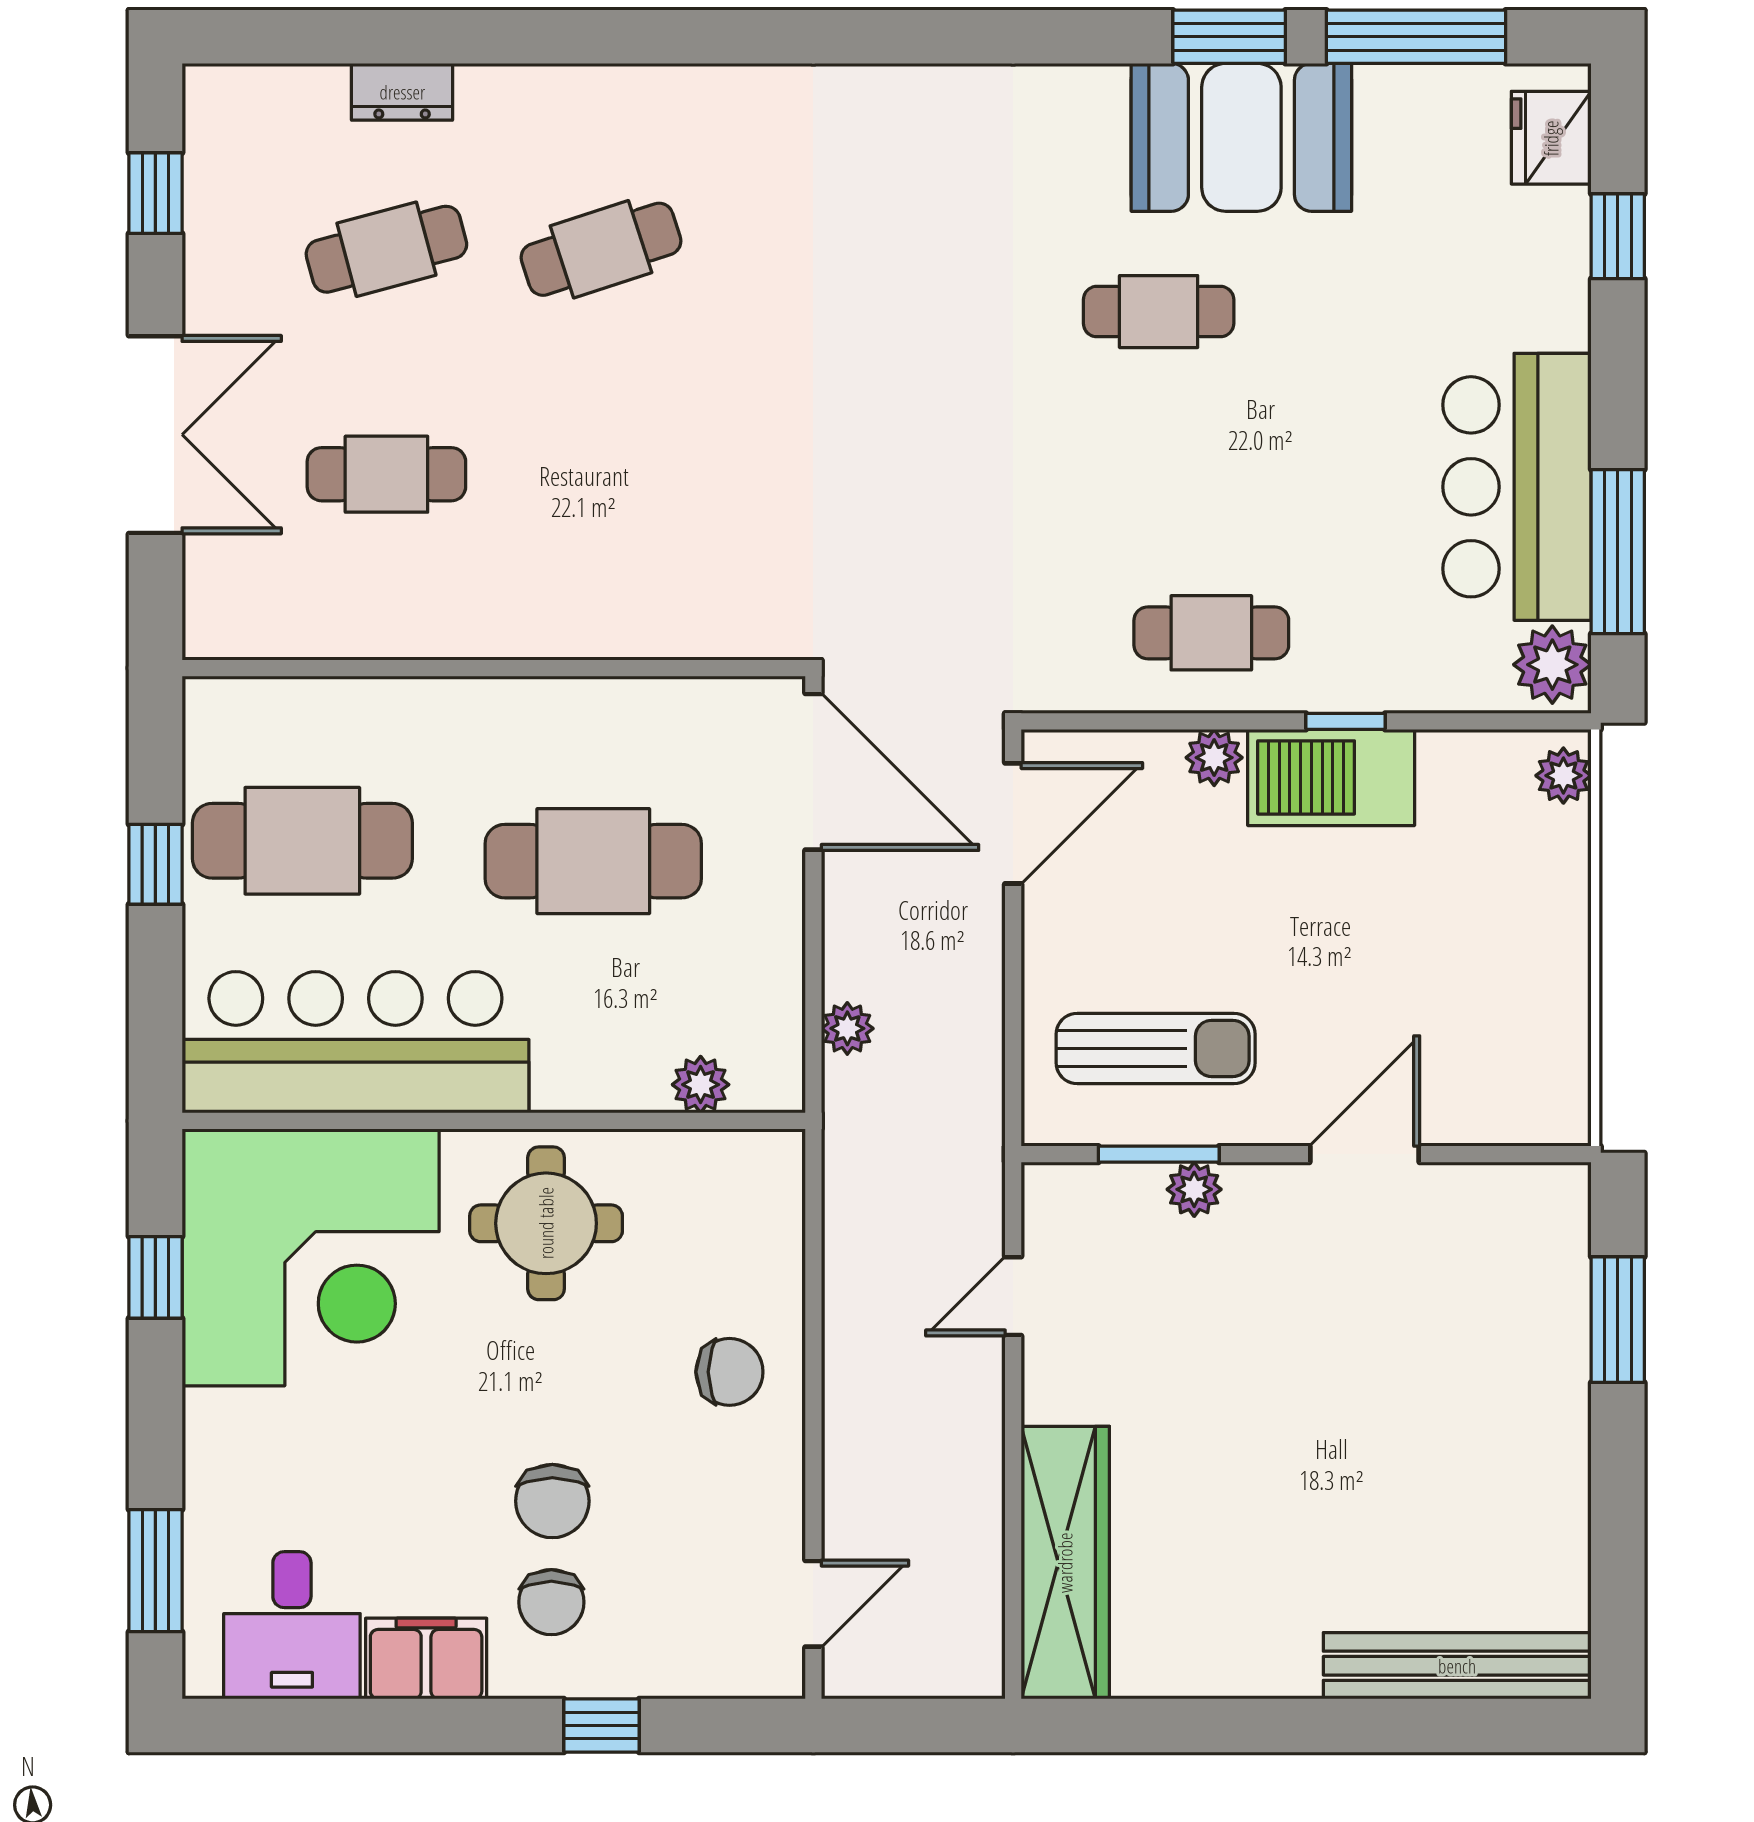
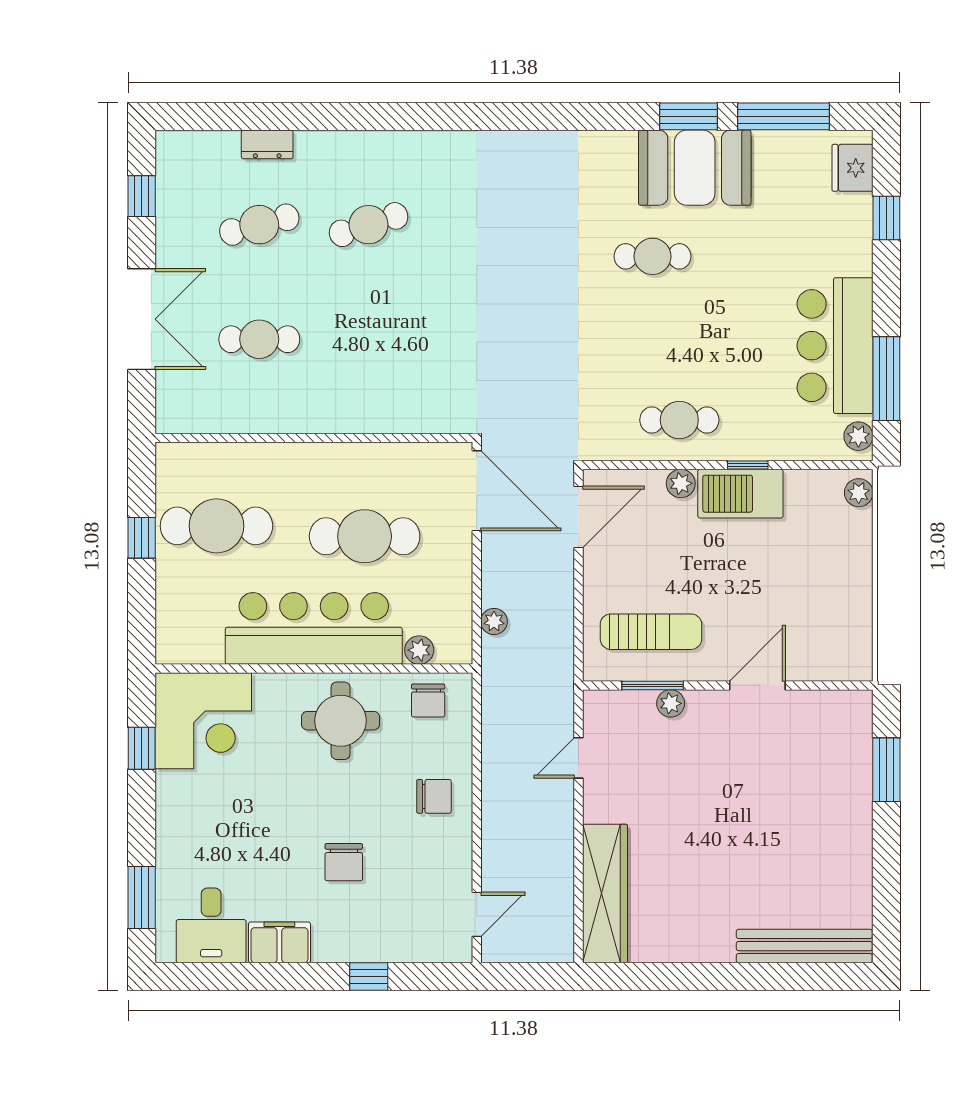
plant: (1552, 665) -> (858, 436), width x0.73, depth x0.73
bar counter: (355, 1042) -> (314, 628), moved
corner desk: (311, 1257) -> (203, 721), width x0.74, depth x0.74
chair: (551, 1602) -> (428, 700), moved

